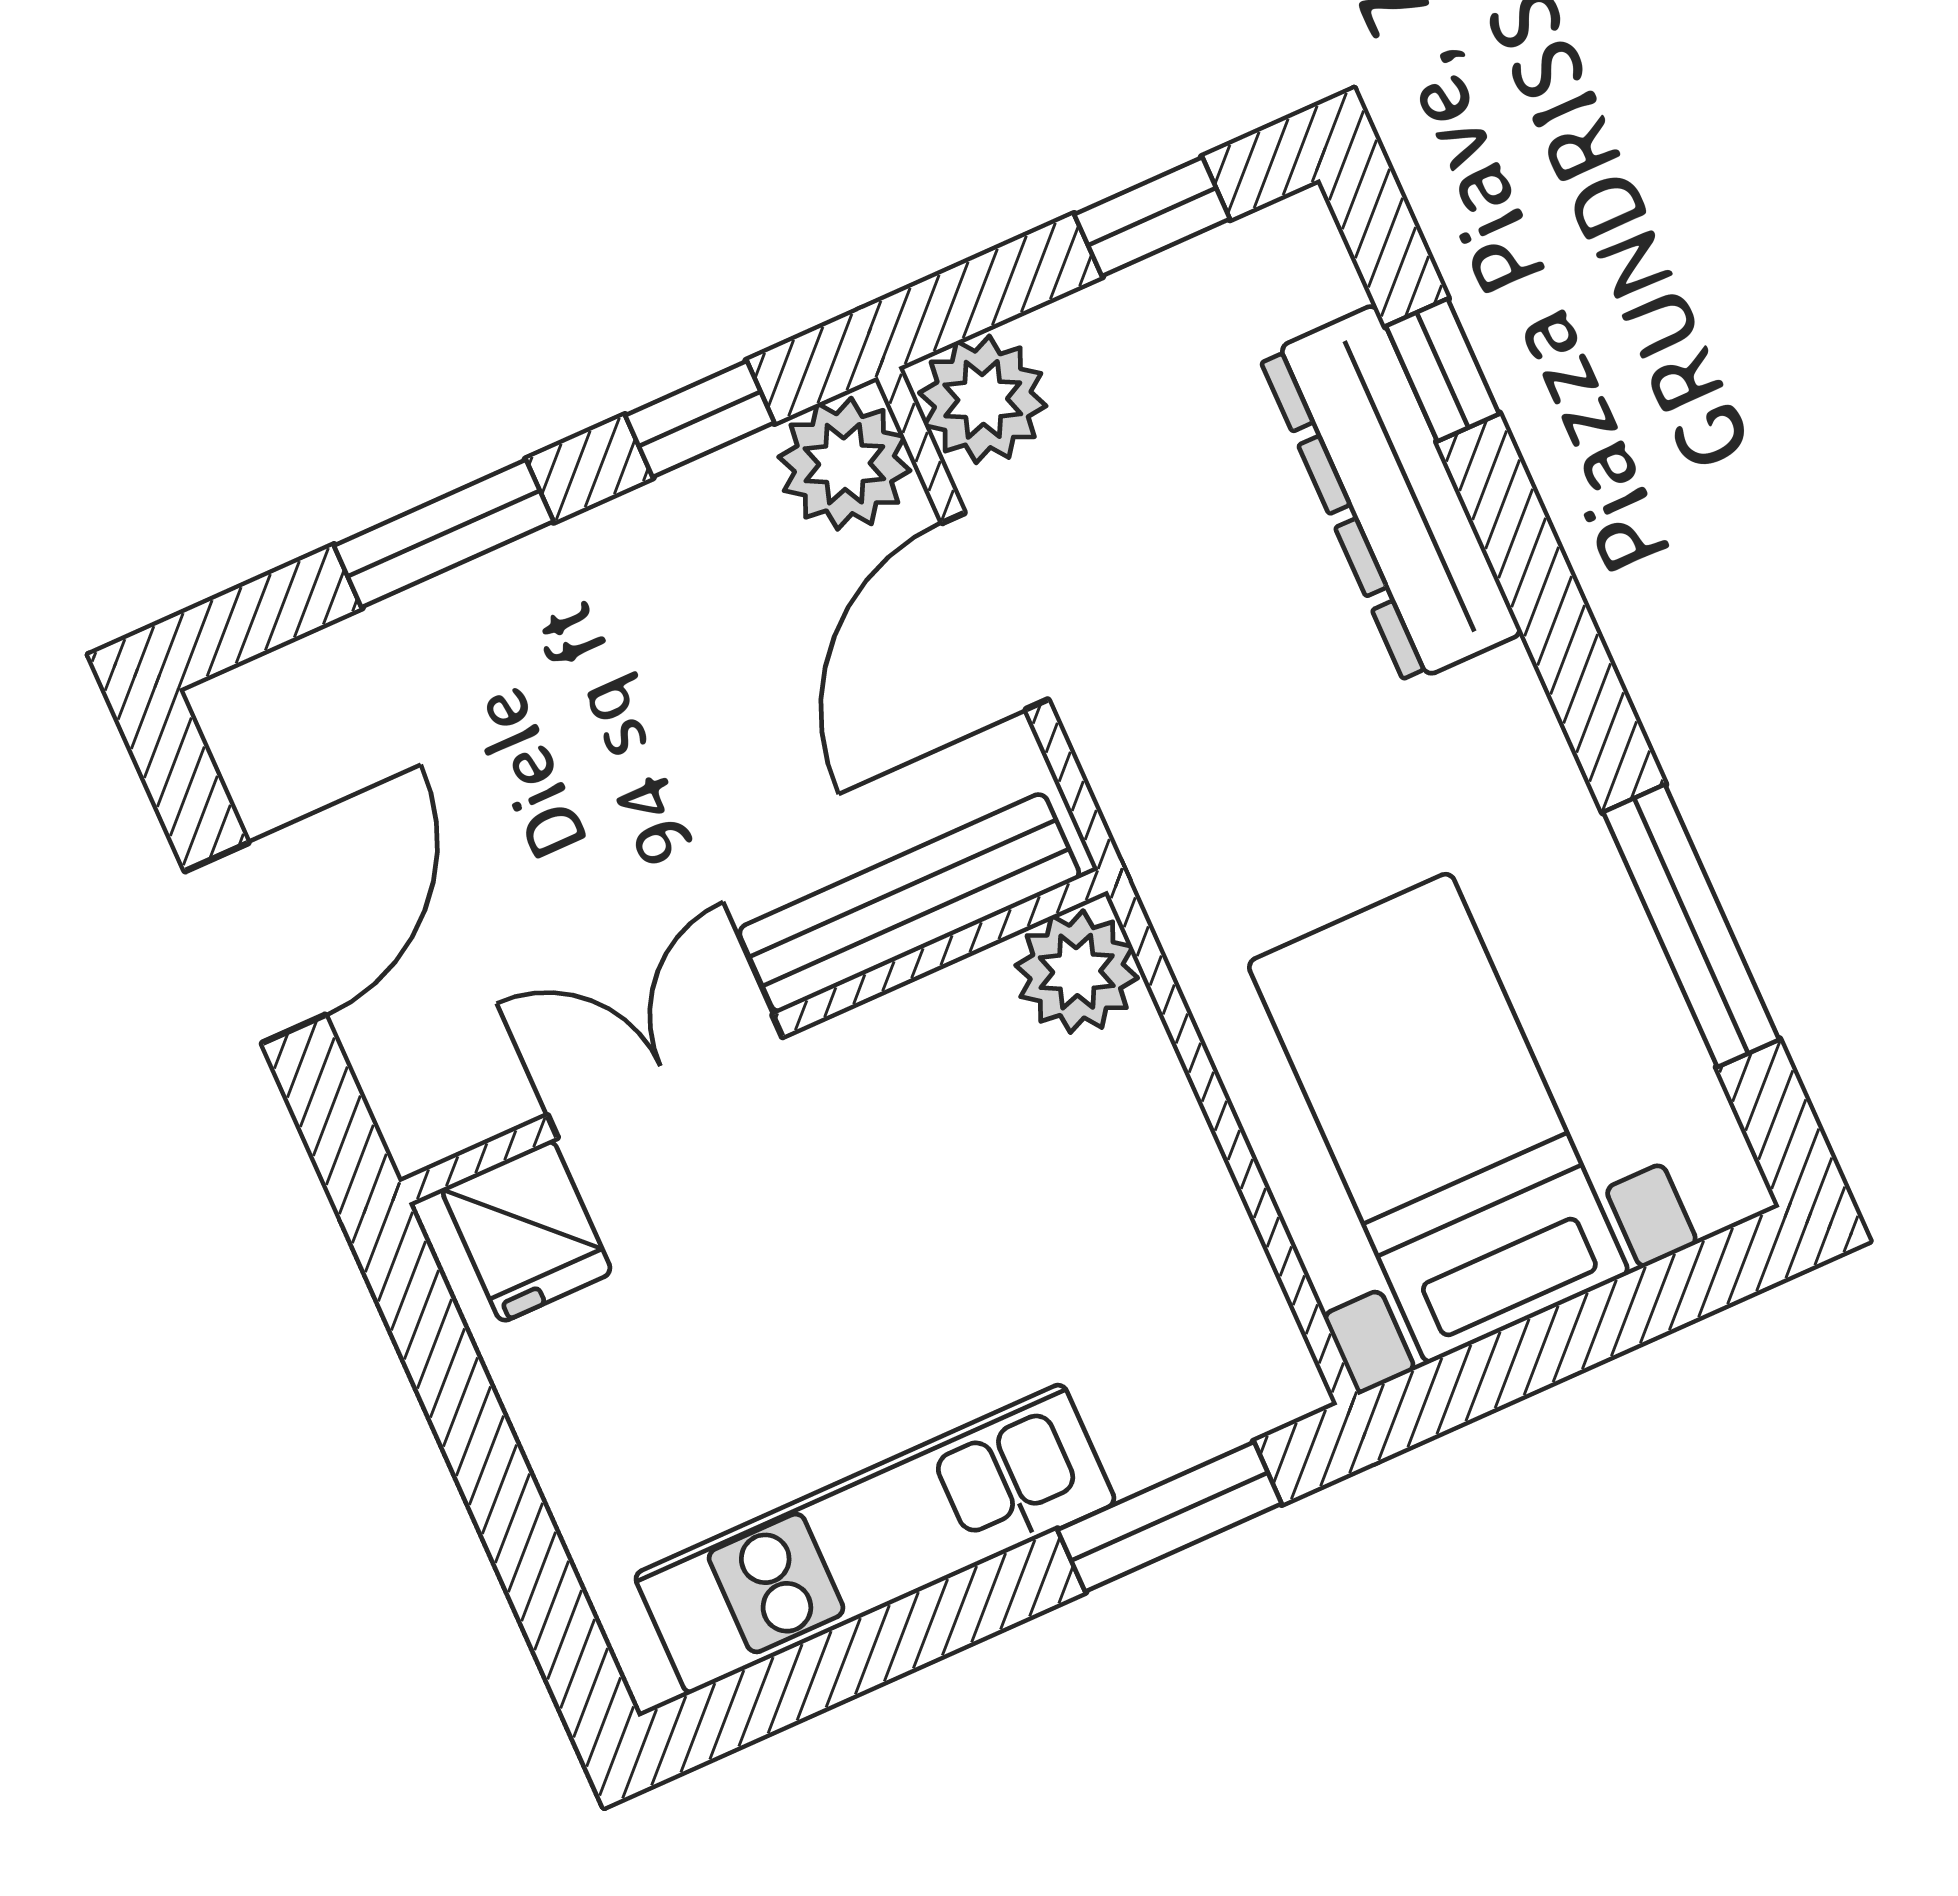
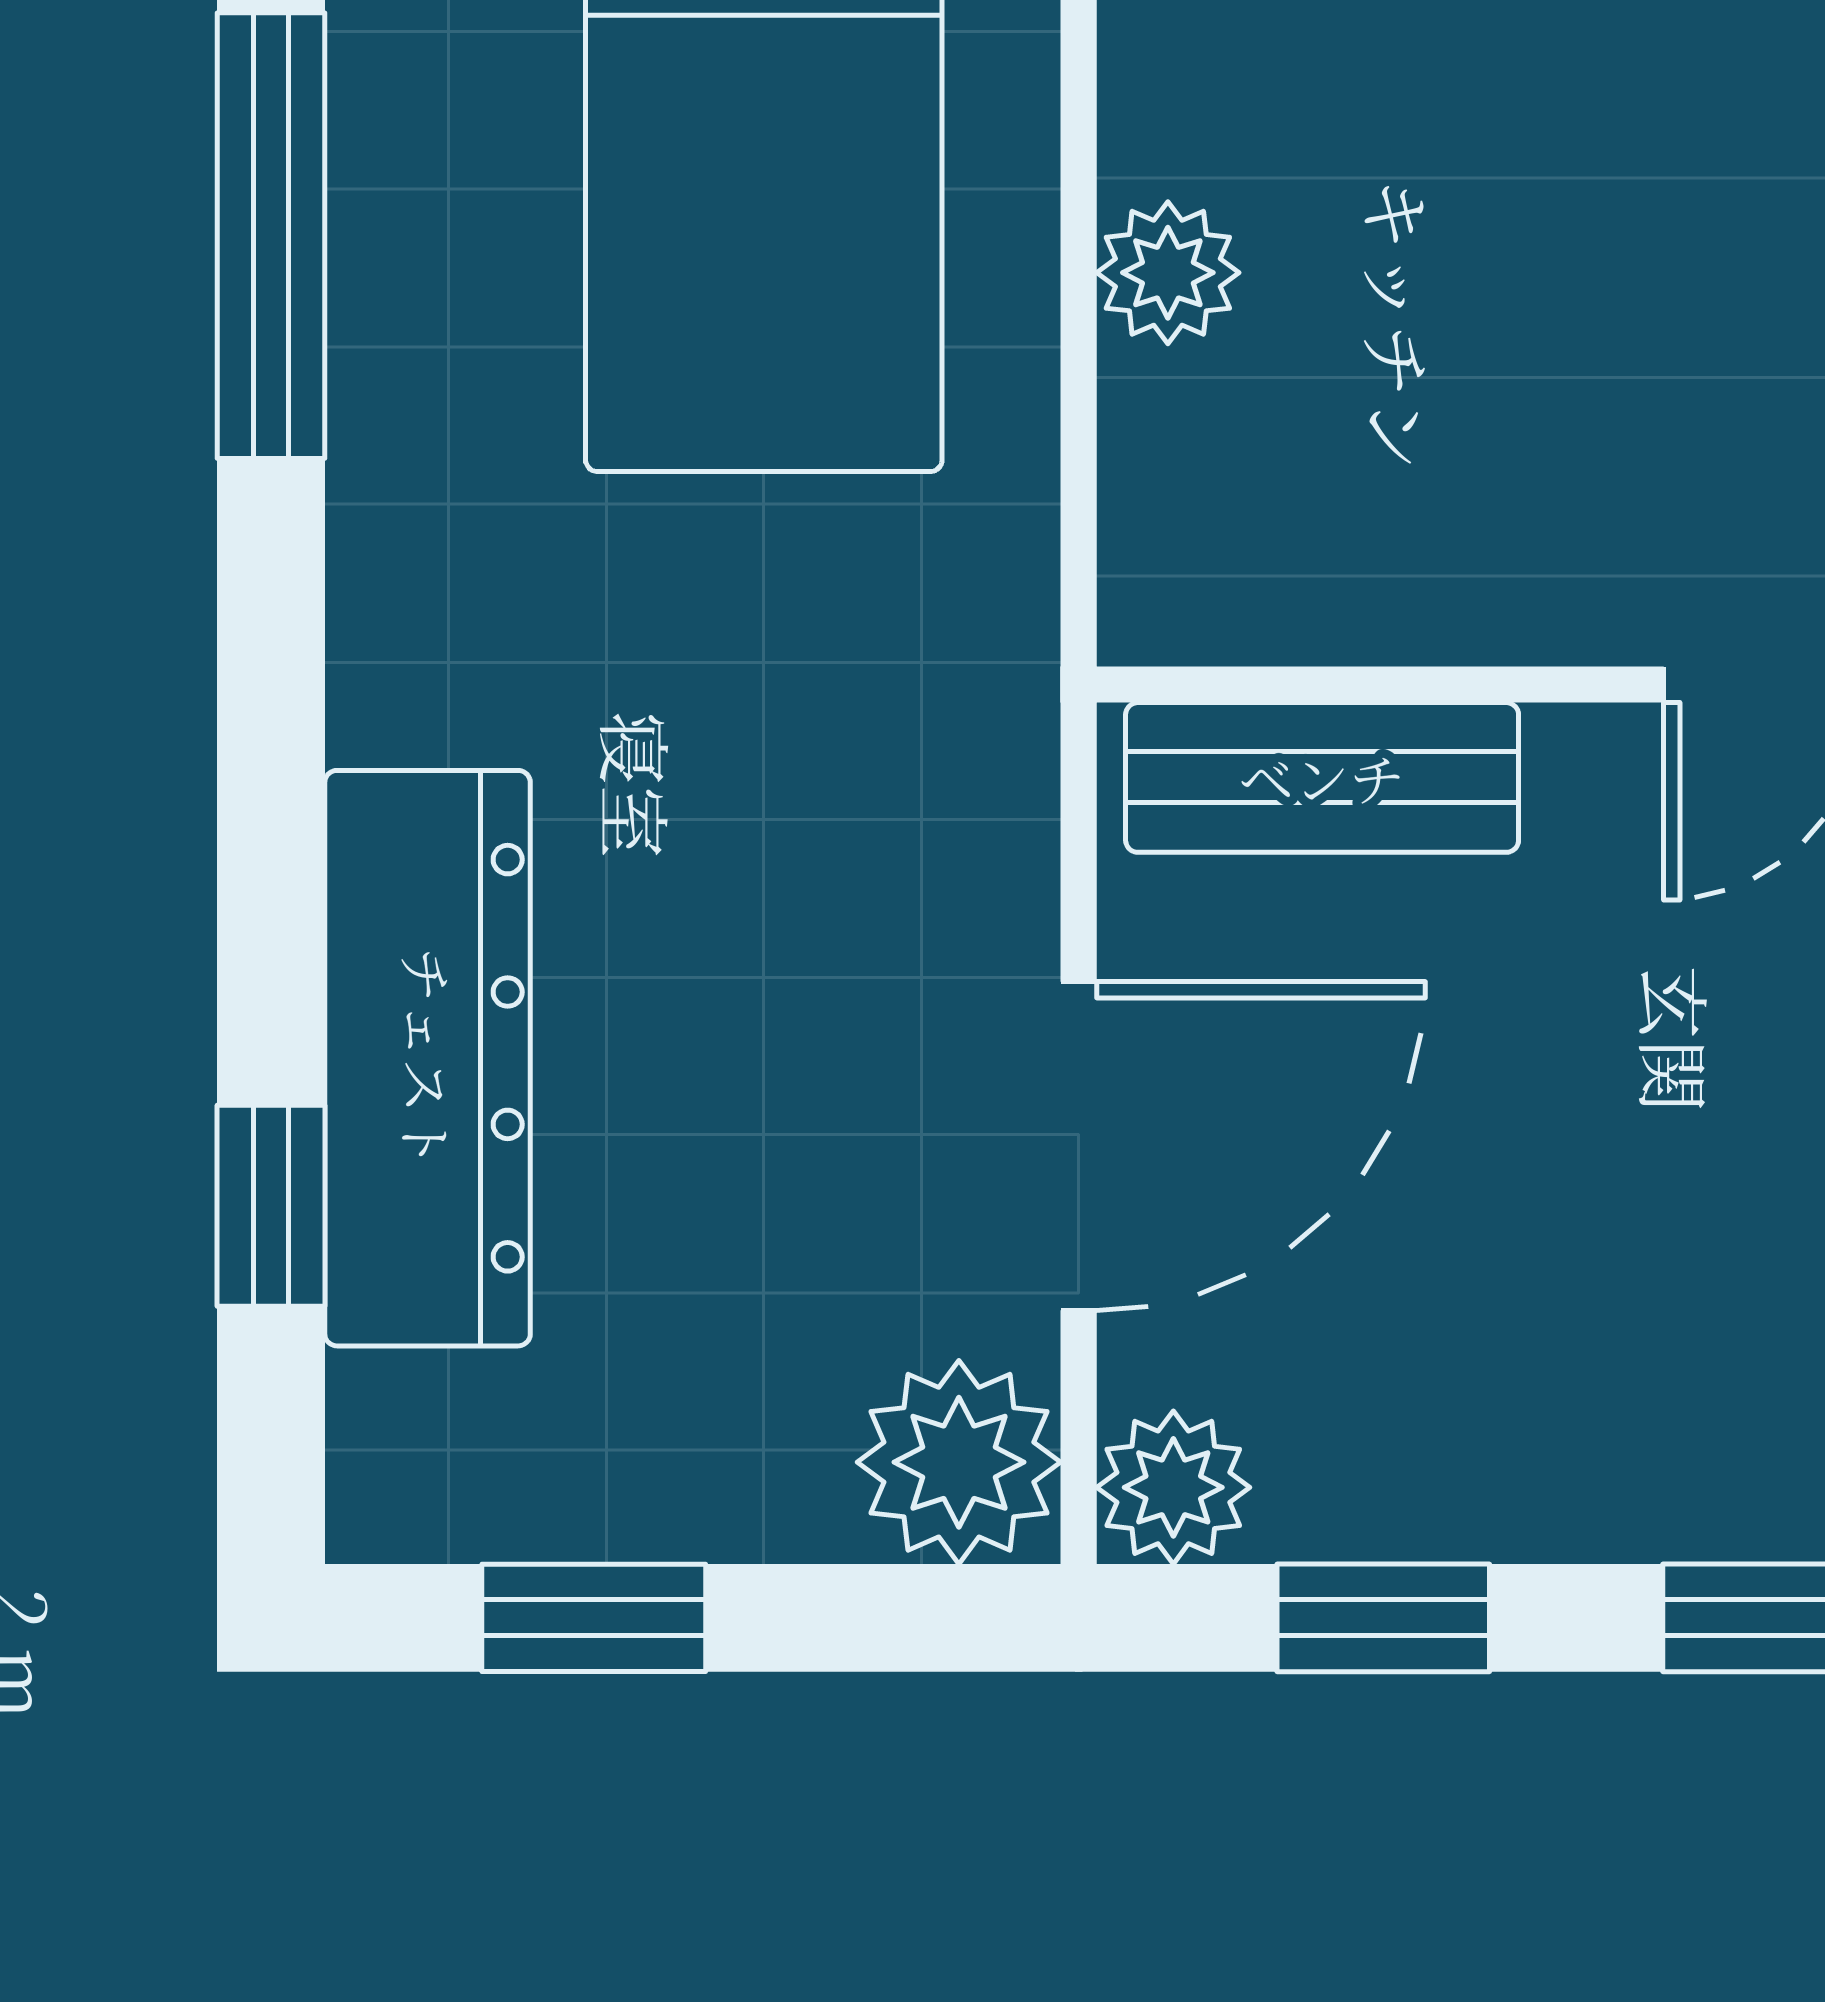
plant: (844, 464) -> (1173, 1487), width x0.73, depth x0.73
bench: (909, 903) -> (1322, 777), width x0.73
plant: (1077, 972) -> (1168, 273), moved, width x0.73, depth x0.73

